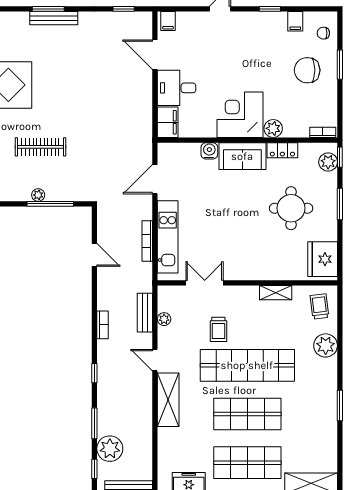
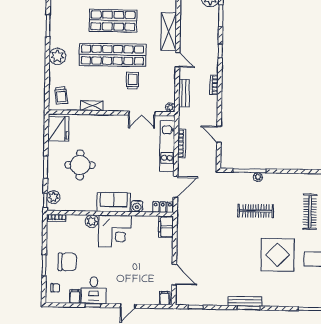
desk: (177, 88) -> (94, 290), moved, turned 90
locker: (282, 150) -> (163, 207), moved
plant: (164, 319) -> (170, 107), moved
plant: (326, 345) -> (57, 56), moved

